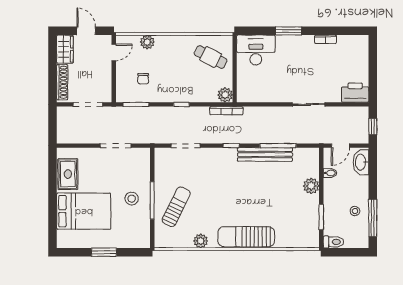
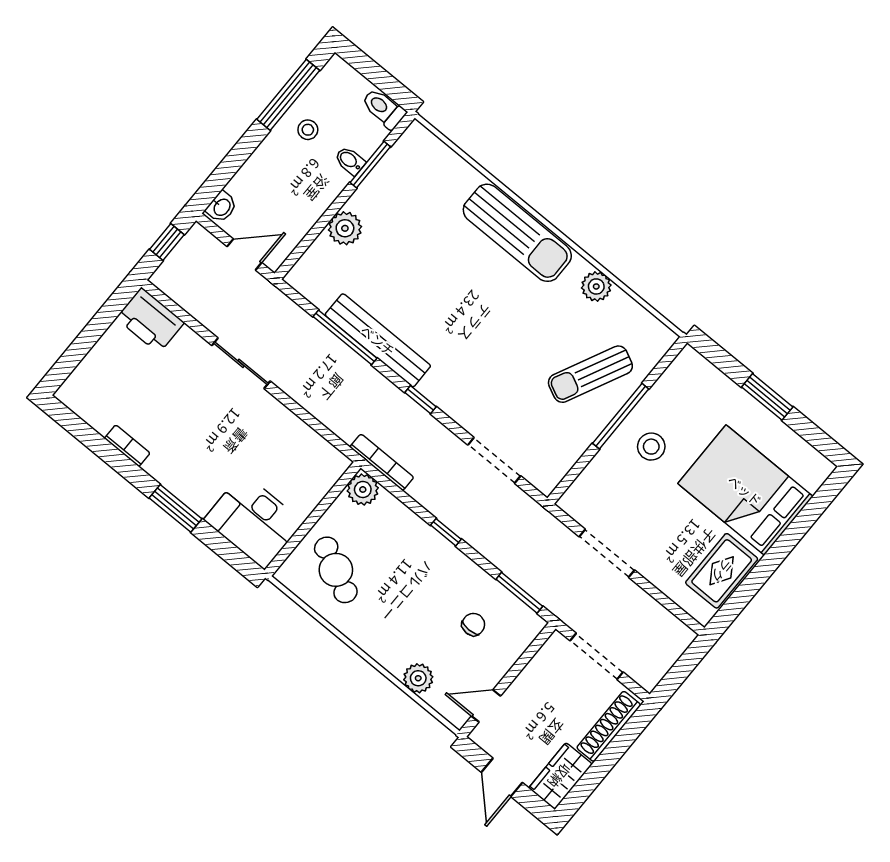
washbasin: (361, 162) -> (222, 207), width x0.52, depth x0.69
bidet: (330, 173) -> (350, 161), moved

